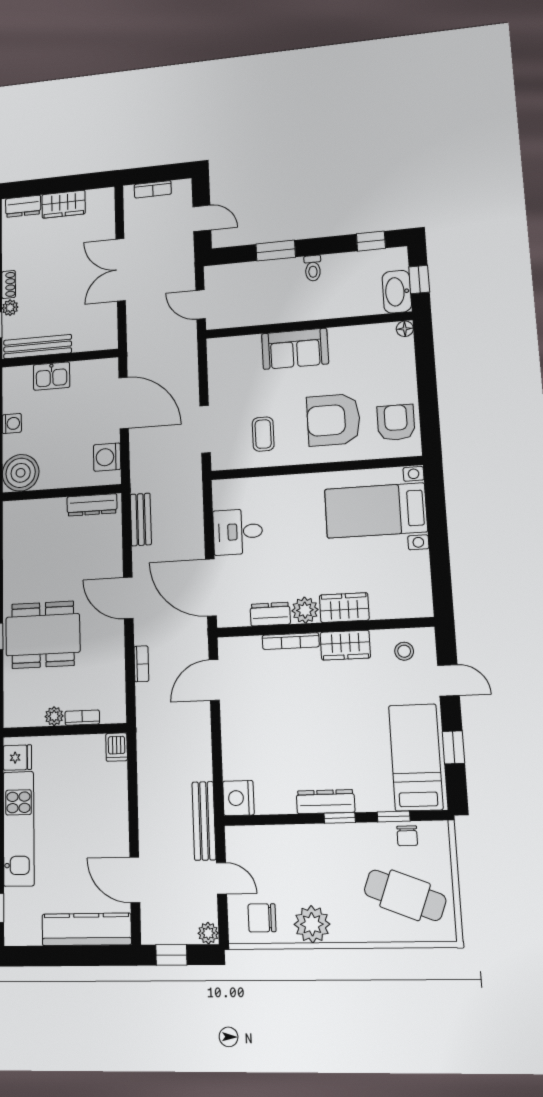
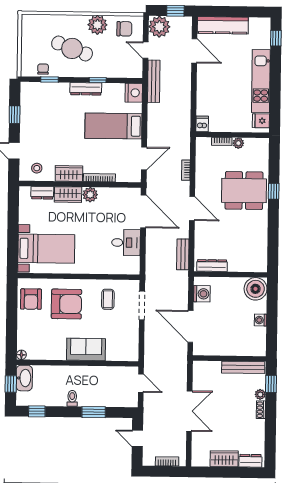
kitchen sink: (52, 376) -> (235, 348), removed
dresser: (270, 614) -> (42, 193), moved
bed: (416, 757) -> (113, 126), moved, turned 90
window: (340, 818) -> (98, 80), moved
cafe table: (405, 895) -> (72, 48), moved
plant: (208, 933) -> (159, 27), width x1.87, depth x1.87

